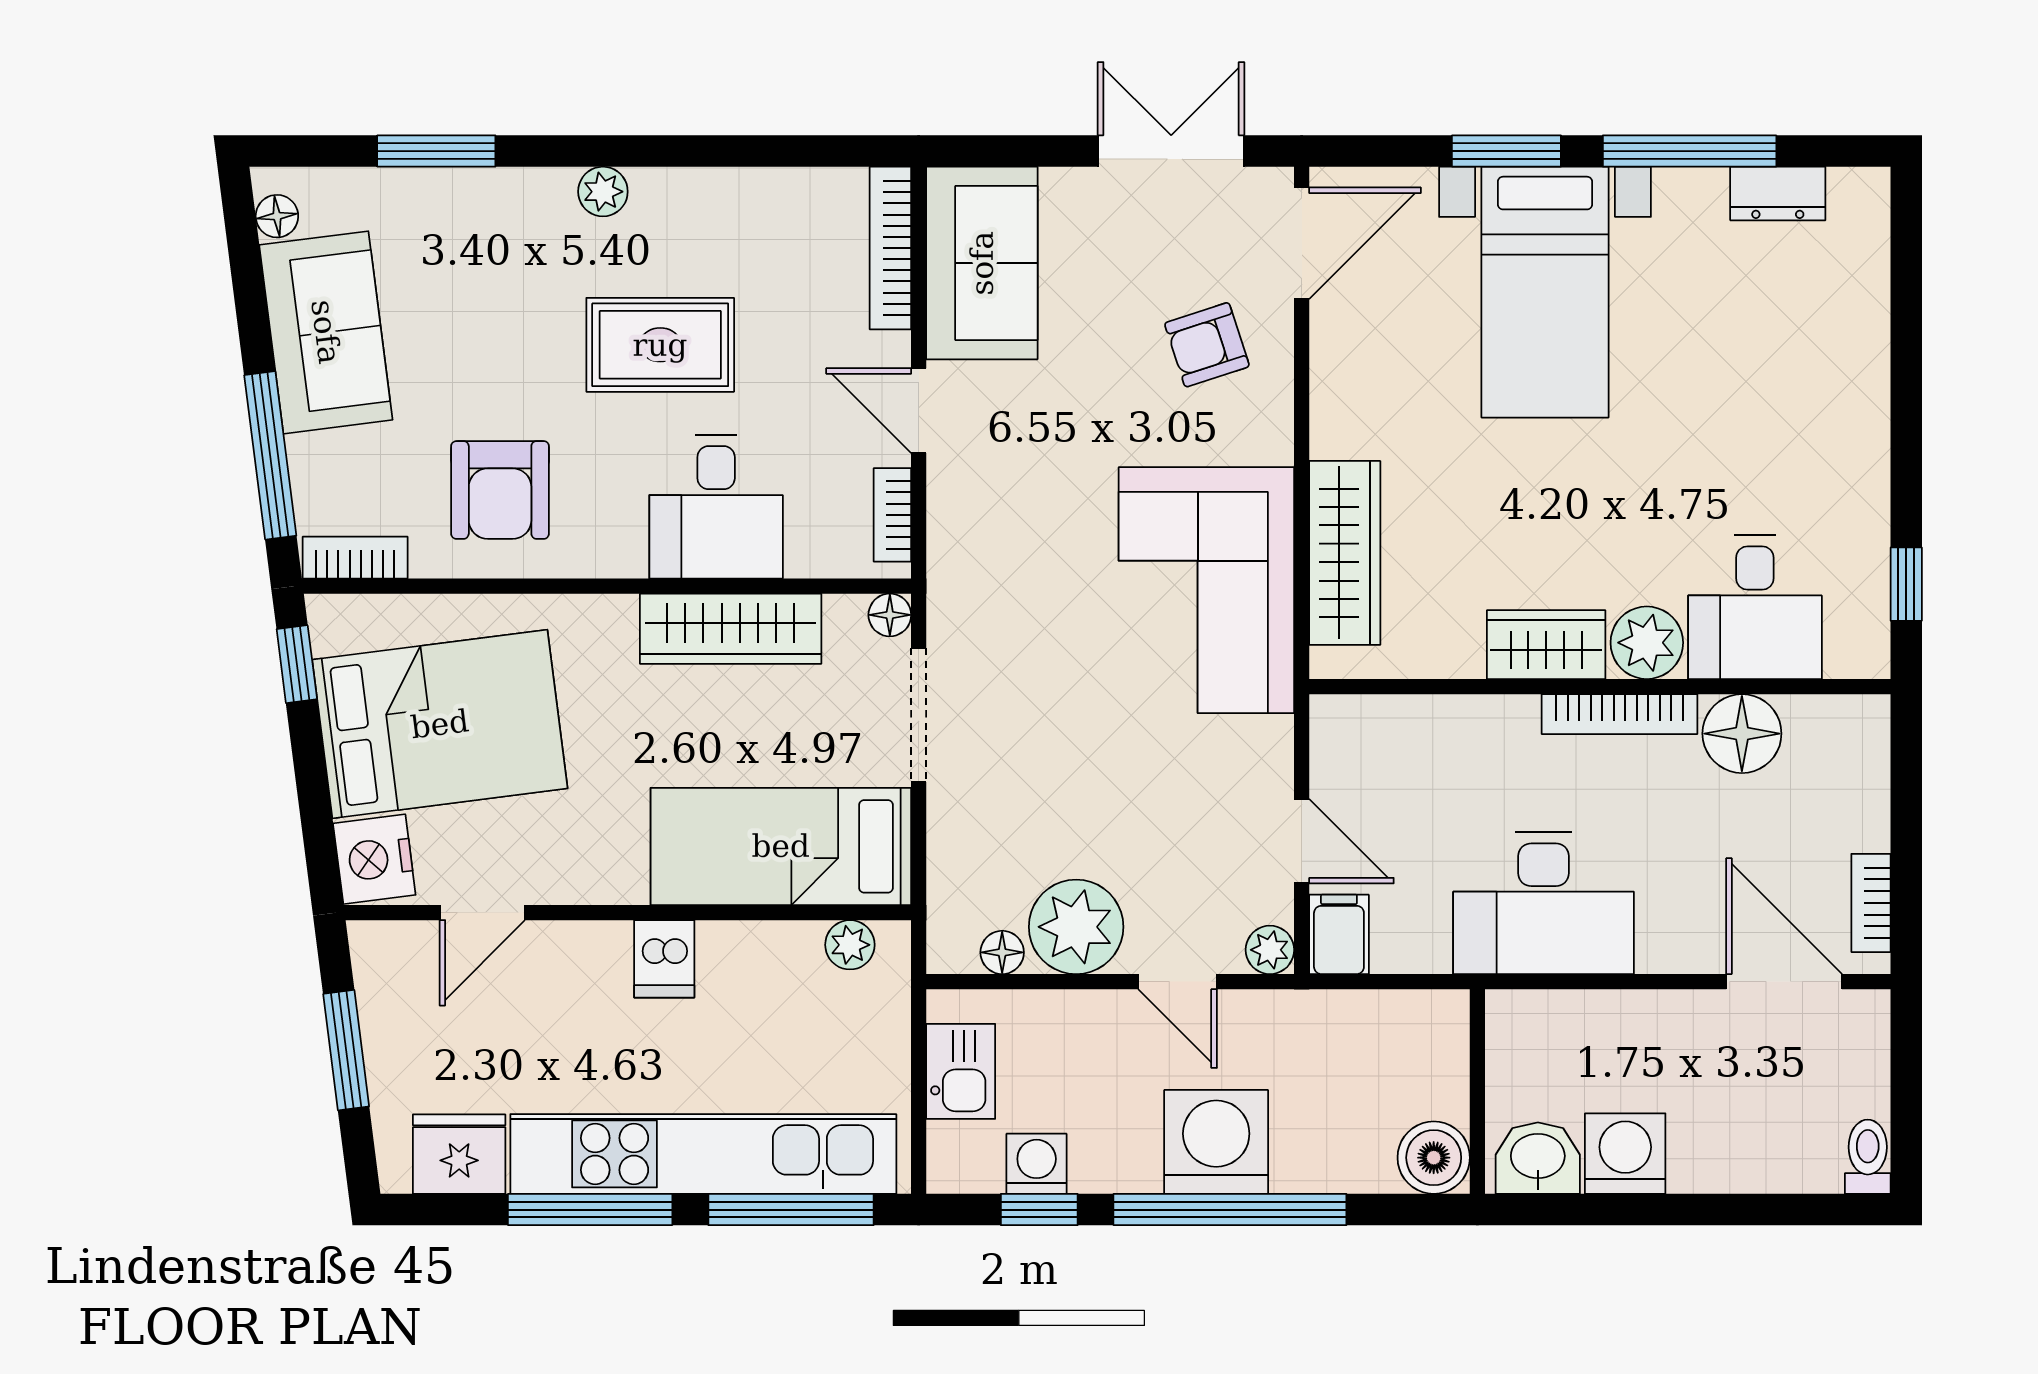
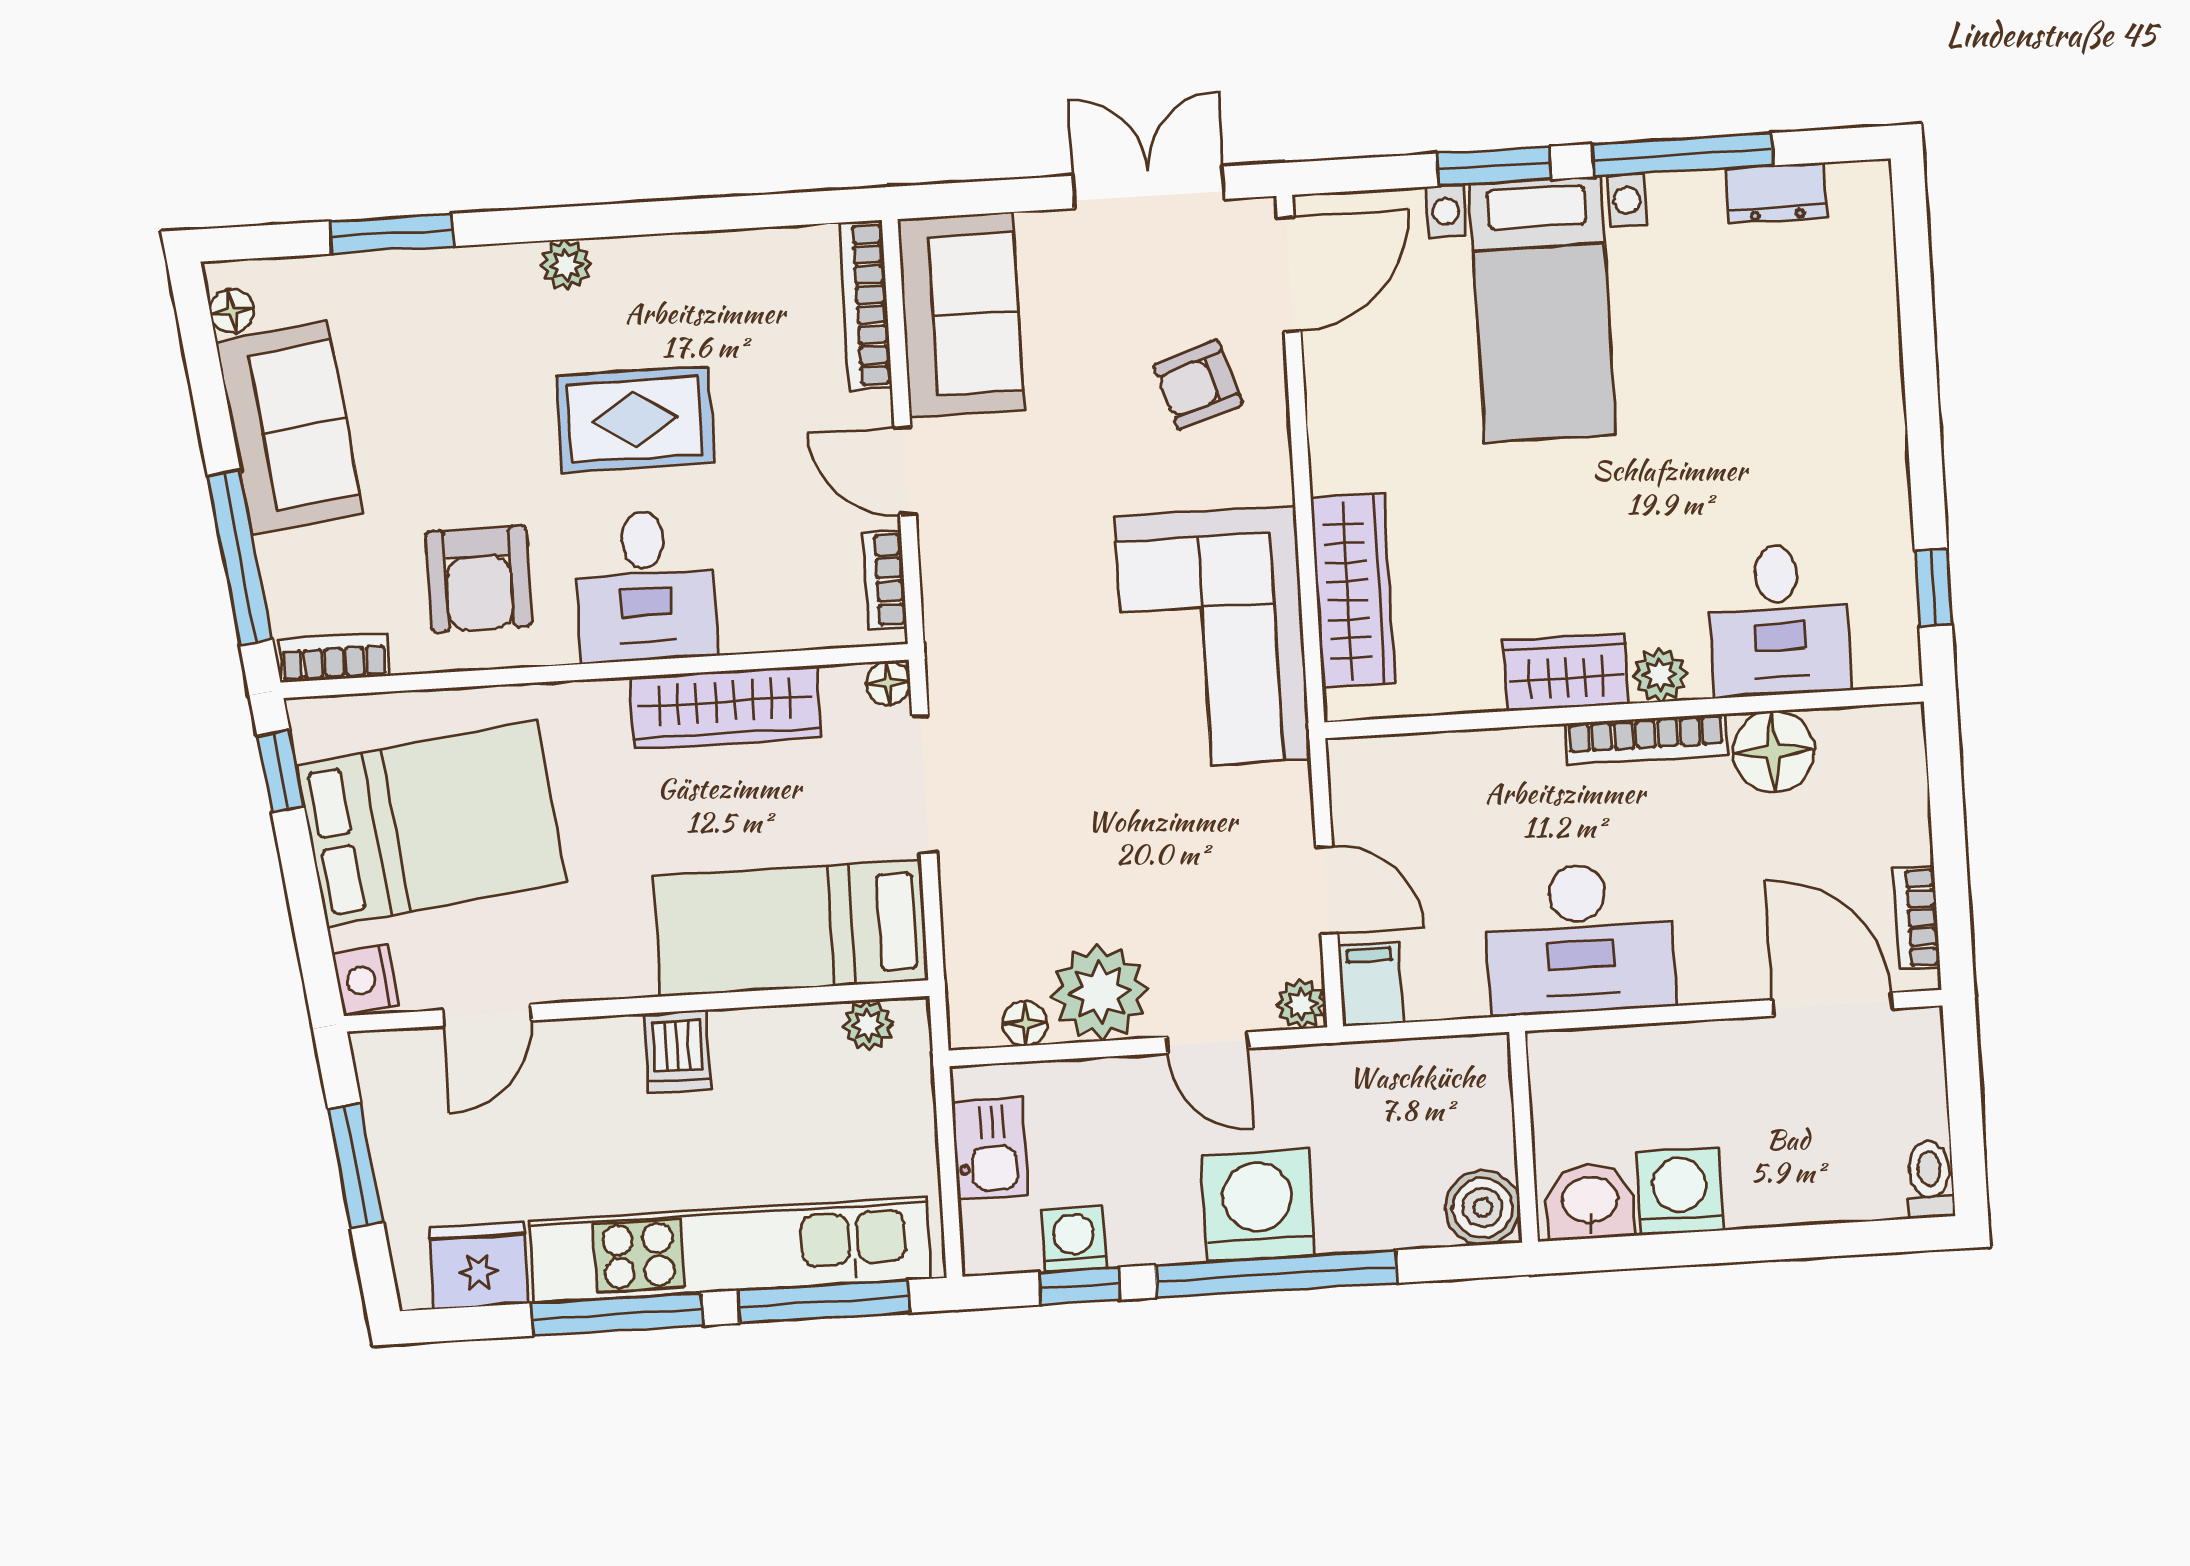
desk: (716, 507) -> (645, 586), moved
plant: (1647, 643) -> (1660, 675), width x0.73, depth x0.73
nightstand: (374, 859) -> (366, 980), width x0.74, depth x0.75

